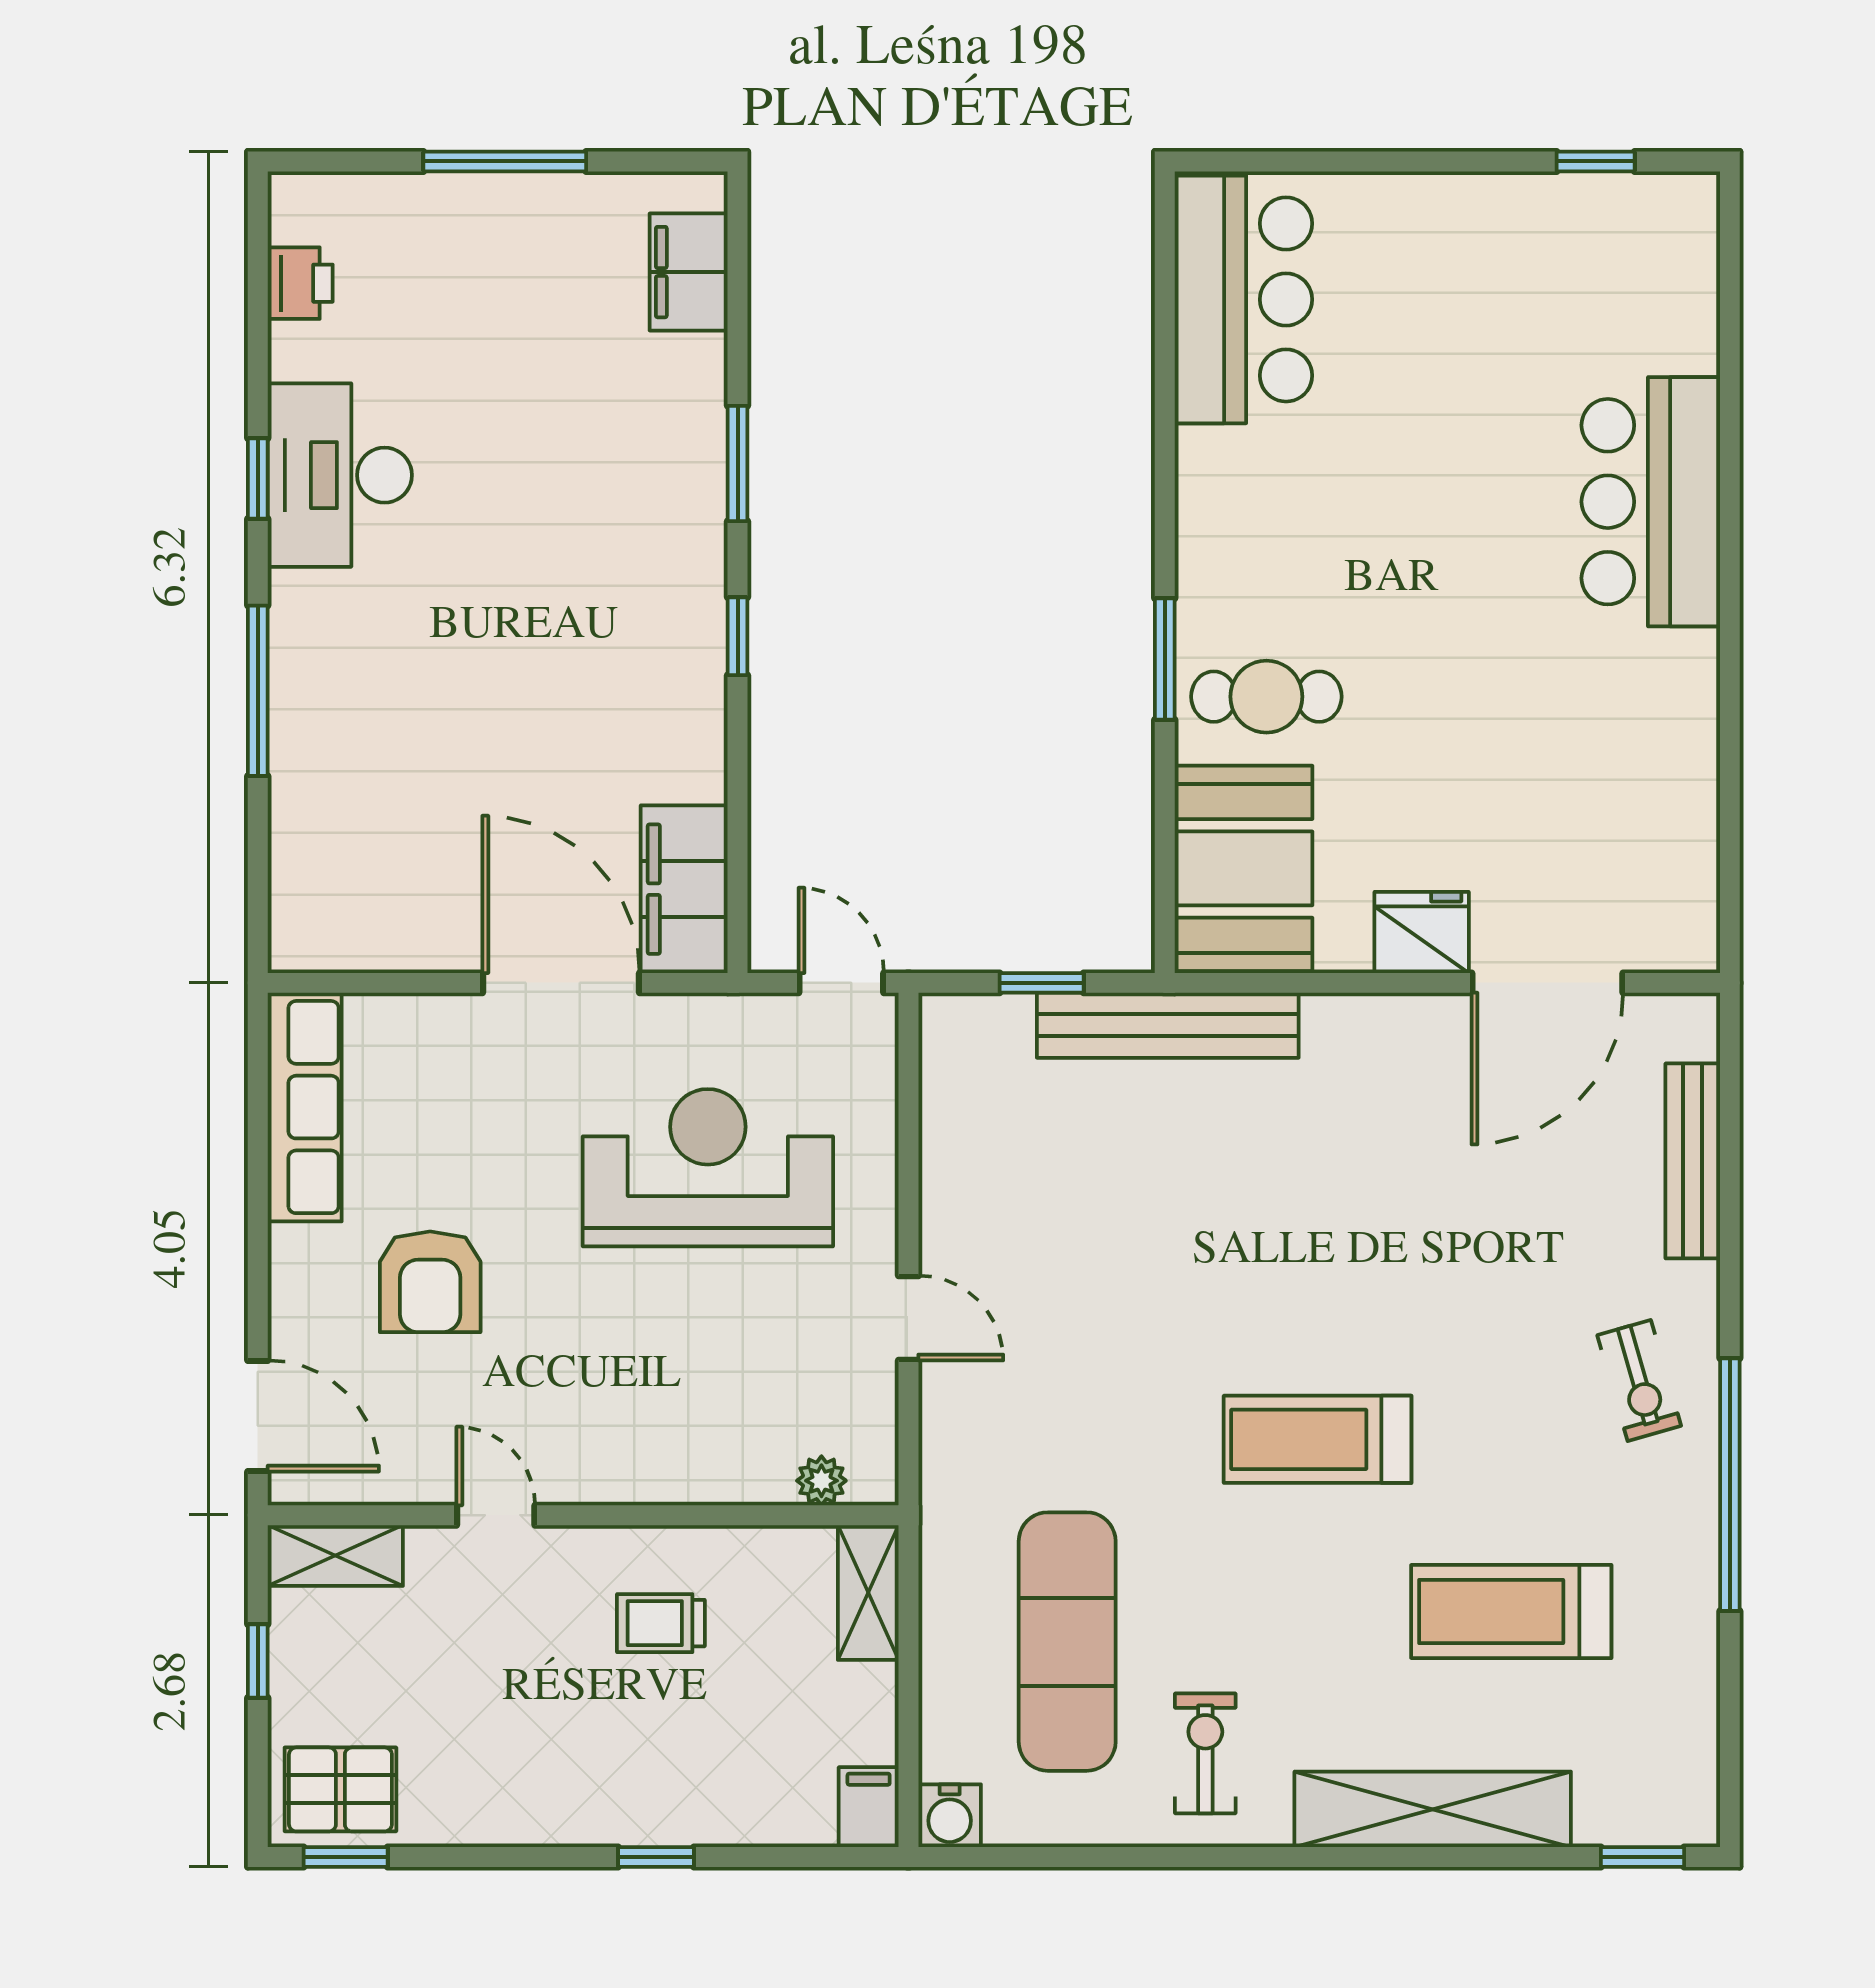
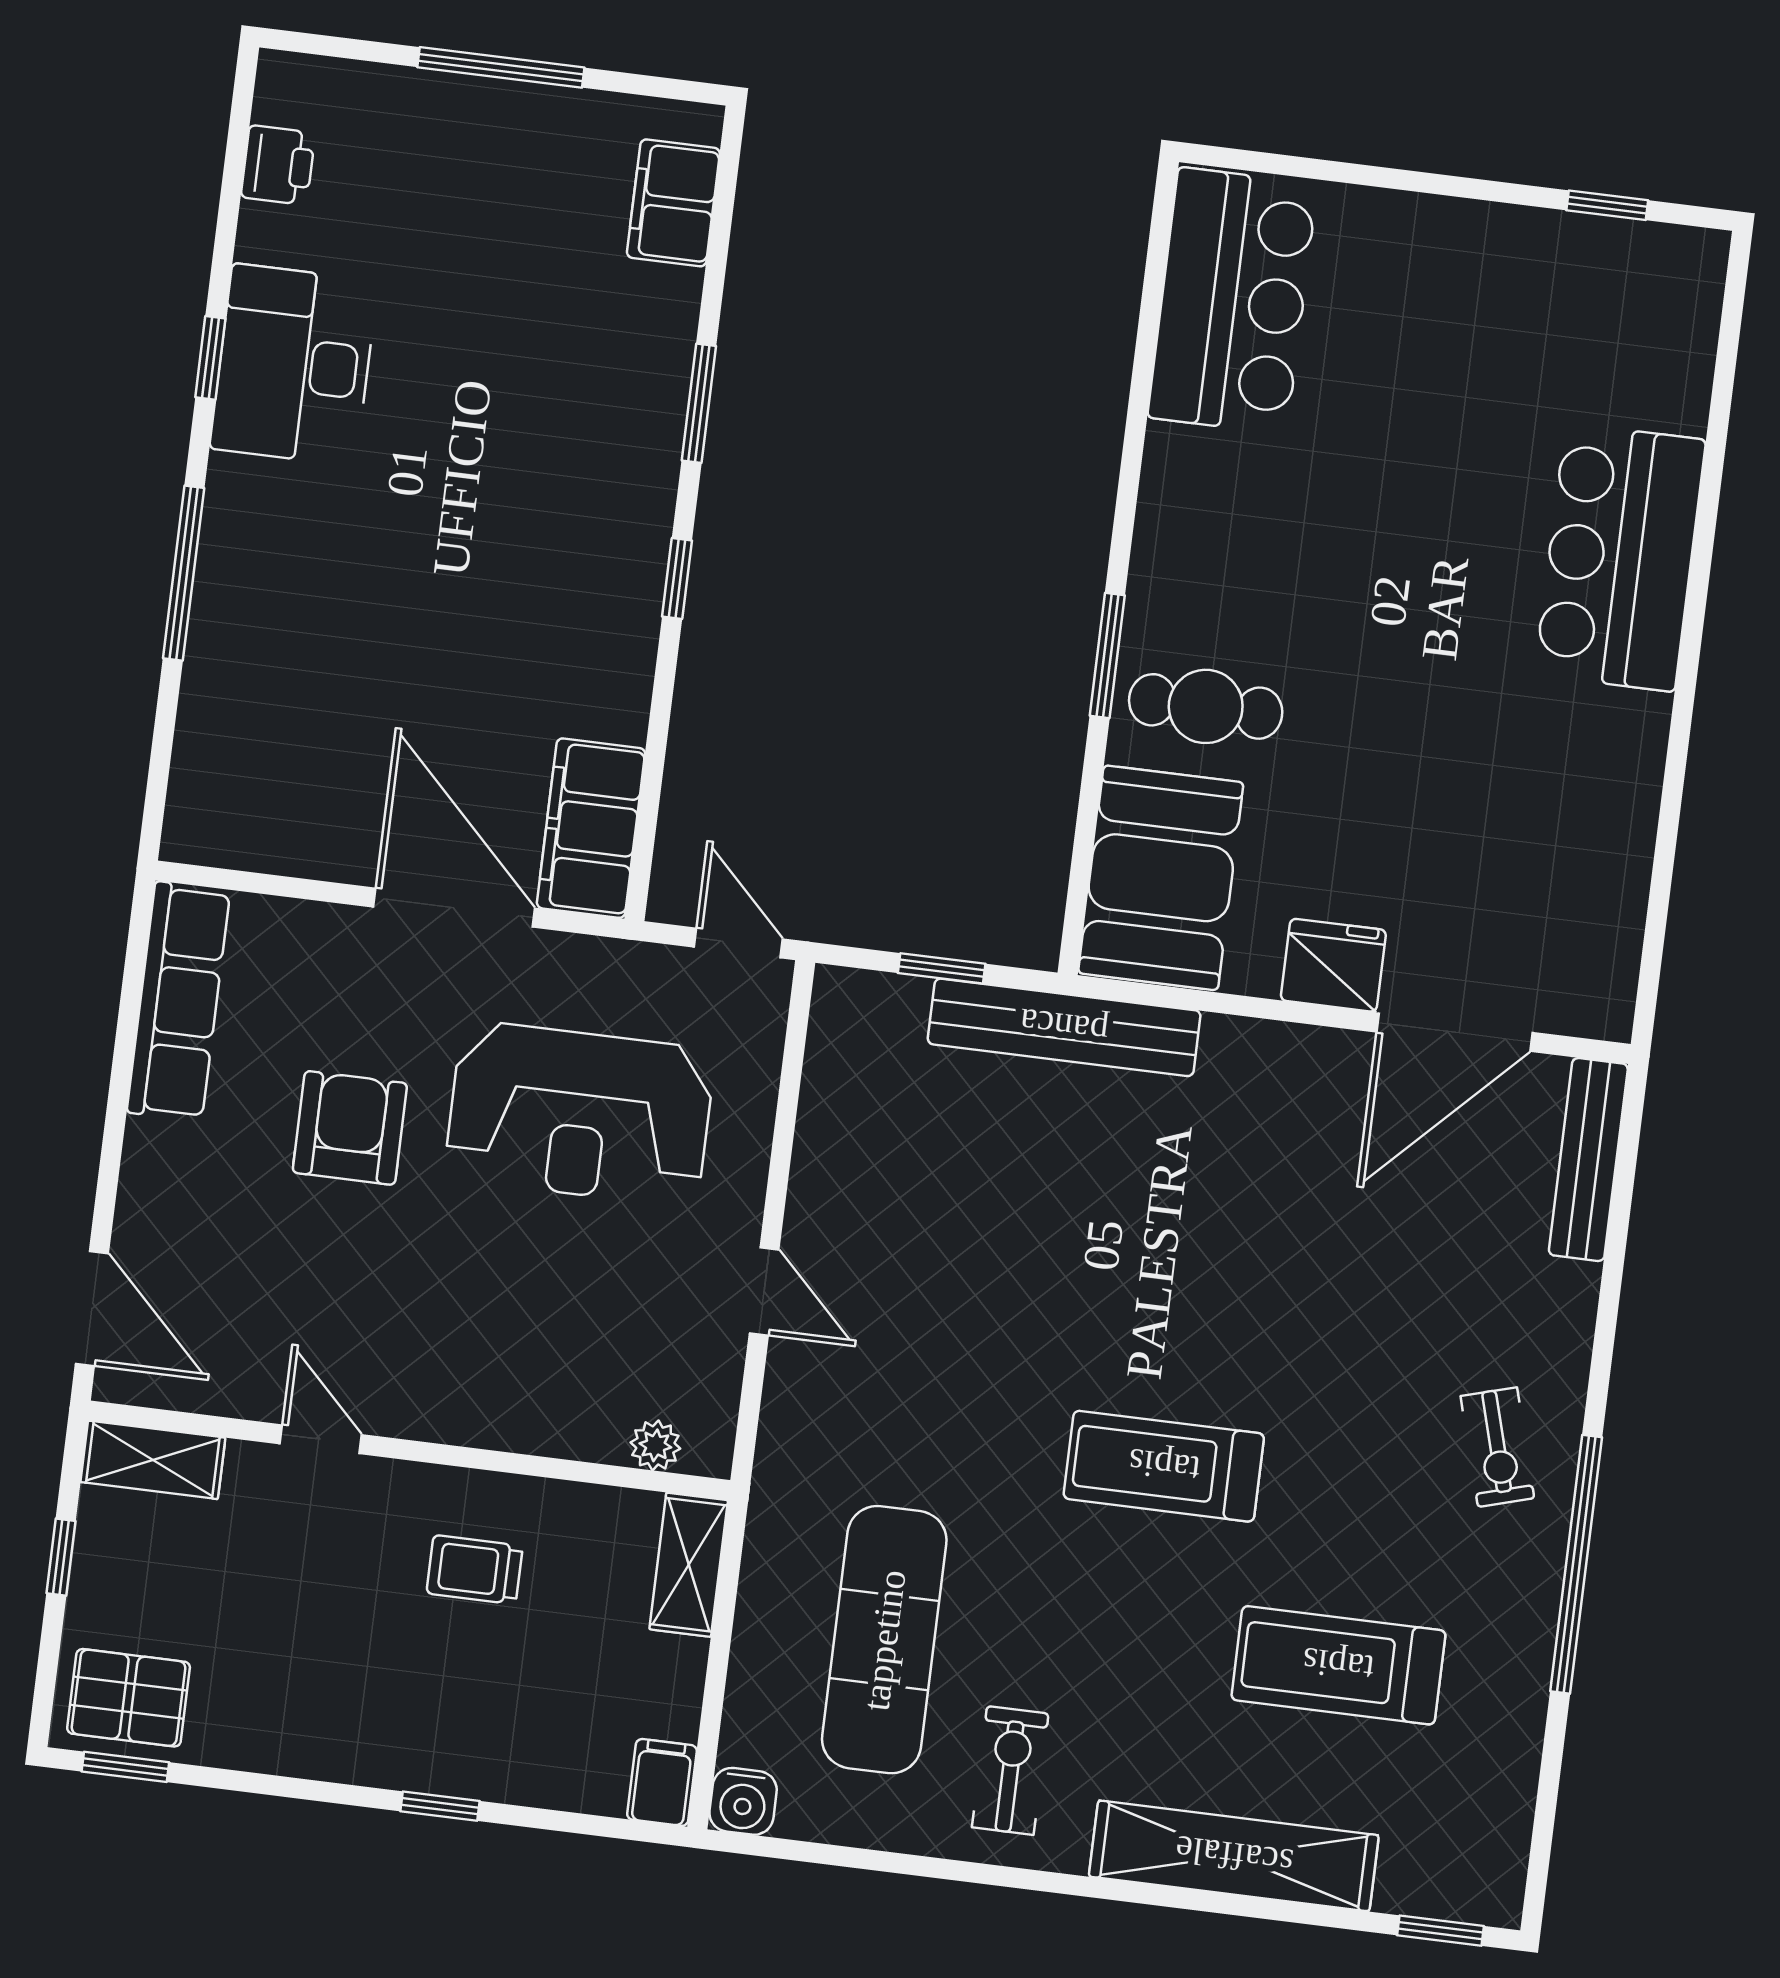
bench: (1693, 1161) -> (1588, 1159), moved
reception desk: (708, 1168) -> (580, 1114), turned 180
armchair: (430, 1282) -> (350, 1128), moved, turned 180

